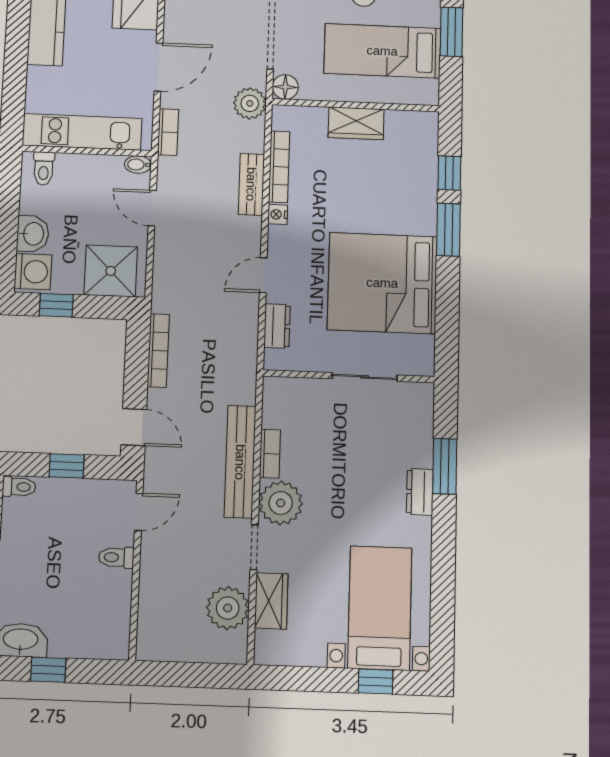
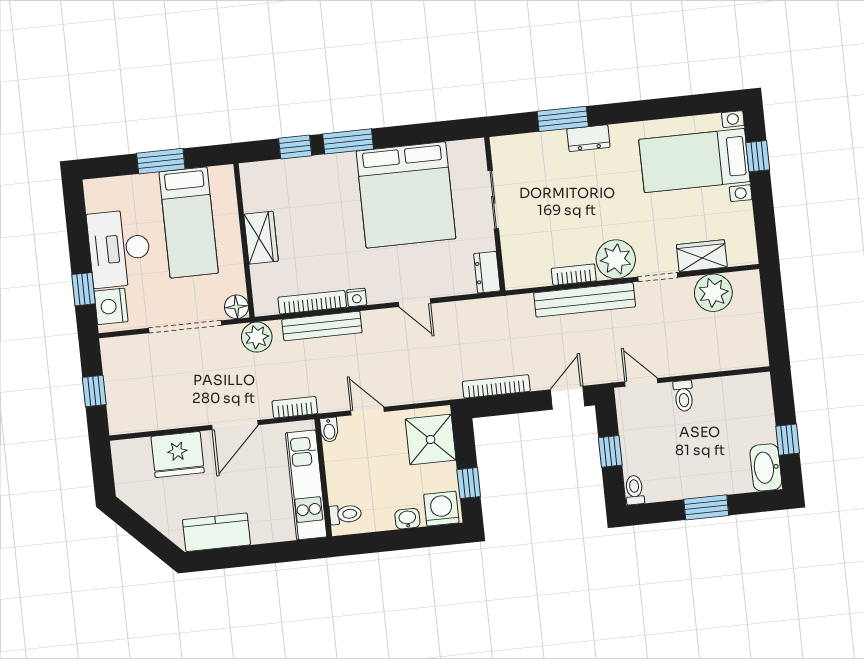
door: (158, 67) -> (235, 425), swing flipped
bench: (251, 184) -> (322, 326), width x1.36
door: (152, 208) -> (367, 411), swing flipped
washbasin: (33, 234) -> (407, 519), width x0.72, depth x0.69
dresser: (277, 326) -> (487, 272), moved, turned -90

